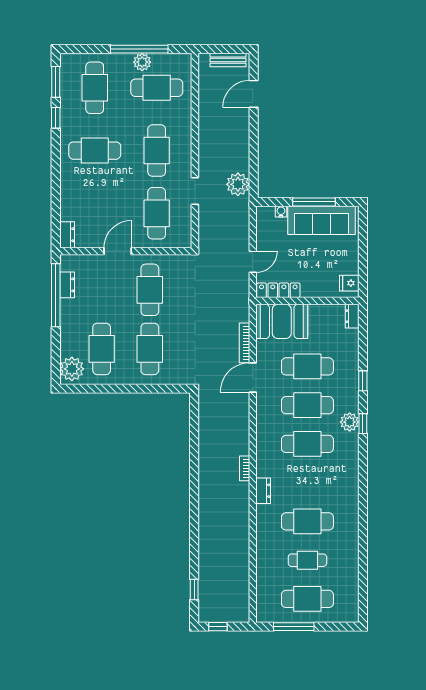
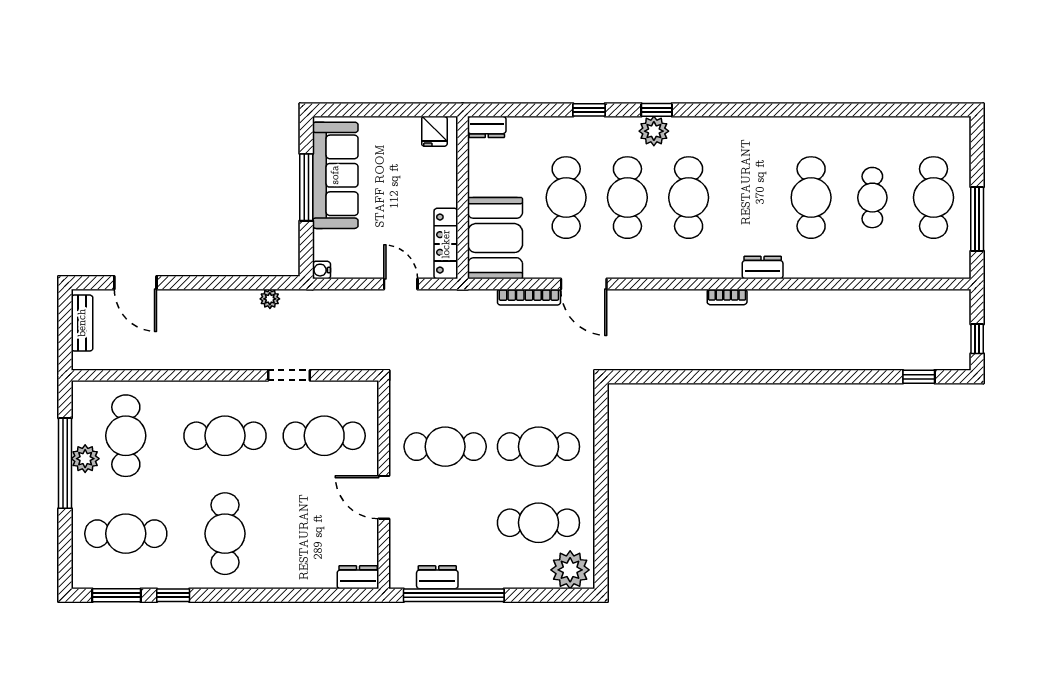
plant: (238, 184) -> (270, 299), width x0.53, depth x0.53
water cooler: (281, 212) -> (321, 270), moved

